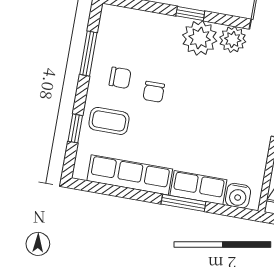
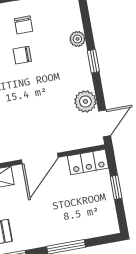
plant: (200, 38) -> (77, 39), moved, width x0.53, depth x0.53

